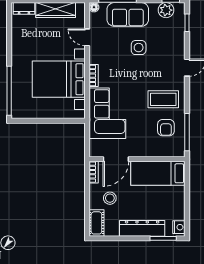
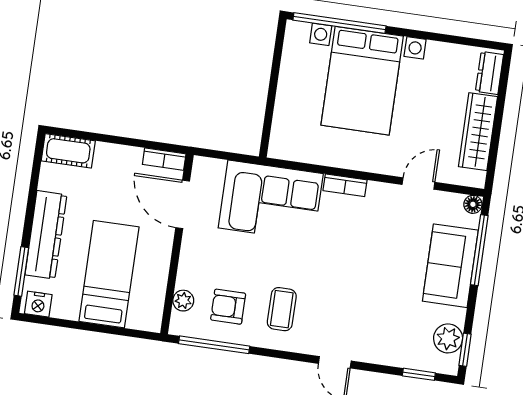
side table: (139, 48) -> (385, 277), removed
bed with nightstands: (59, 79) -> (362, 81), moved, turned 180
coffee table: (163, 99) -> (282, 309), width x0.73, depth x0.77
plant: (166, 152) -> (183, 301), added
bed: (158, 173) -> (109, 274), moved
stool: (110, 198) -> (111, 183), removed

